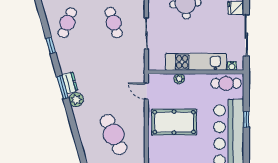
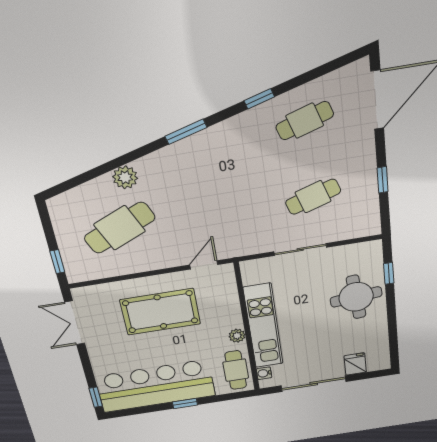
cafe table: (67, 23) -> (305, 121), turned -39
plant: (179, 79) -> (237, 336), moved
dresser: (70, 83) -> (196, 143), removed
plant: (76, 100) -> (125, 177), moved
pool table: (174, 122) -> (160, 312), turned 90

